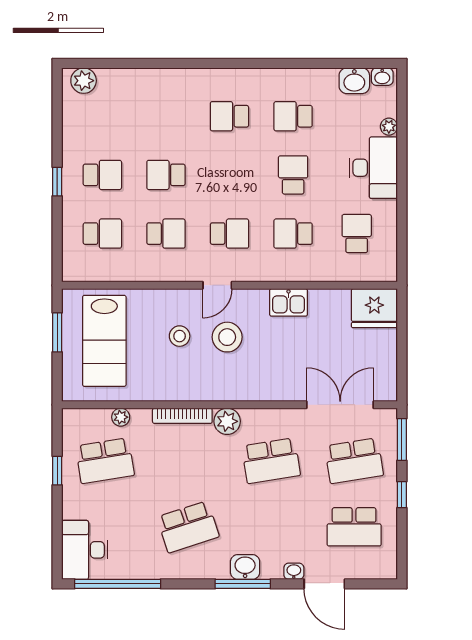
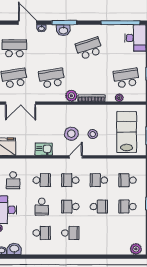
school desk: (230, 175) -> (70, 207), added

